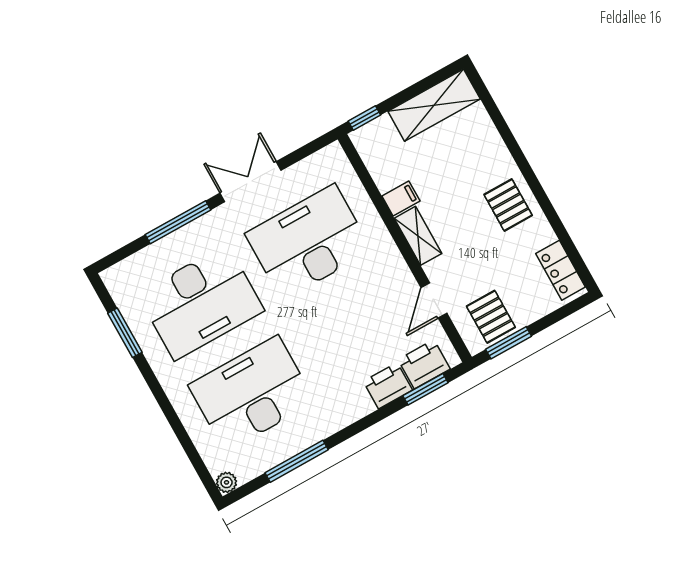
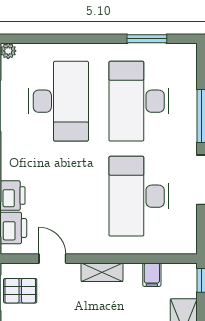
filing cabinet: (401, 199) -> (152, 275), moved
desk: (308, 242) -> (139, 196), turned 180

